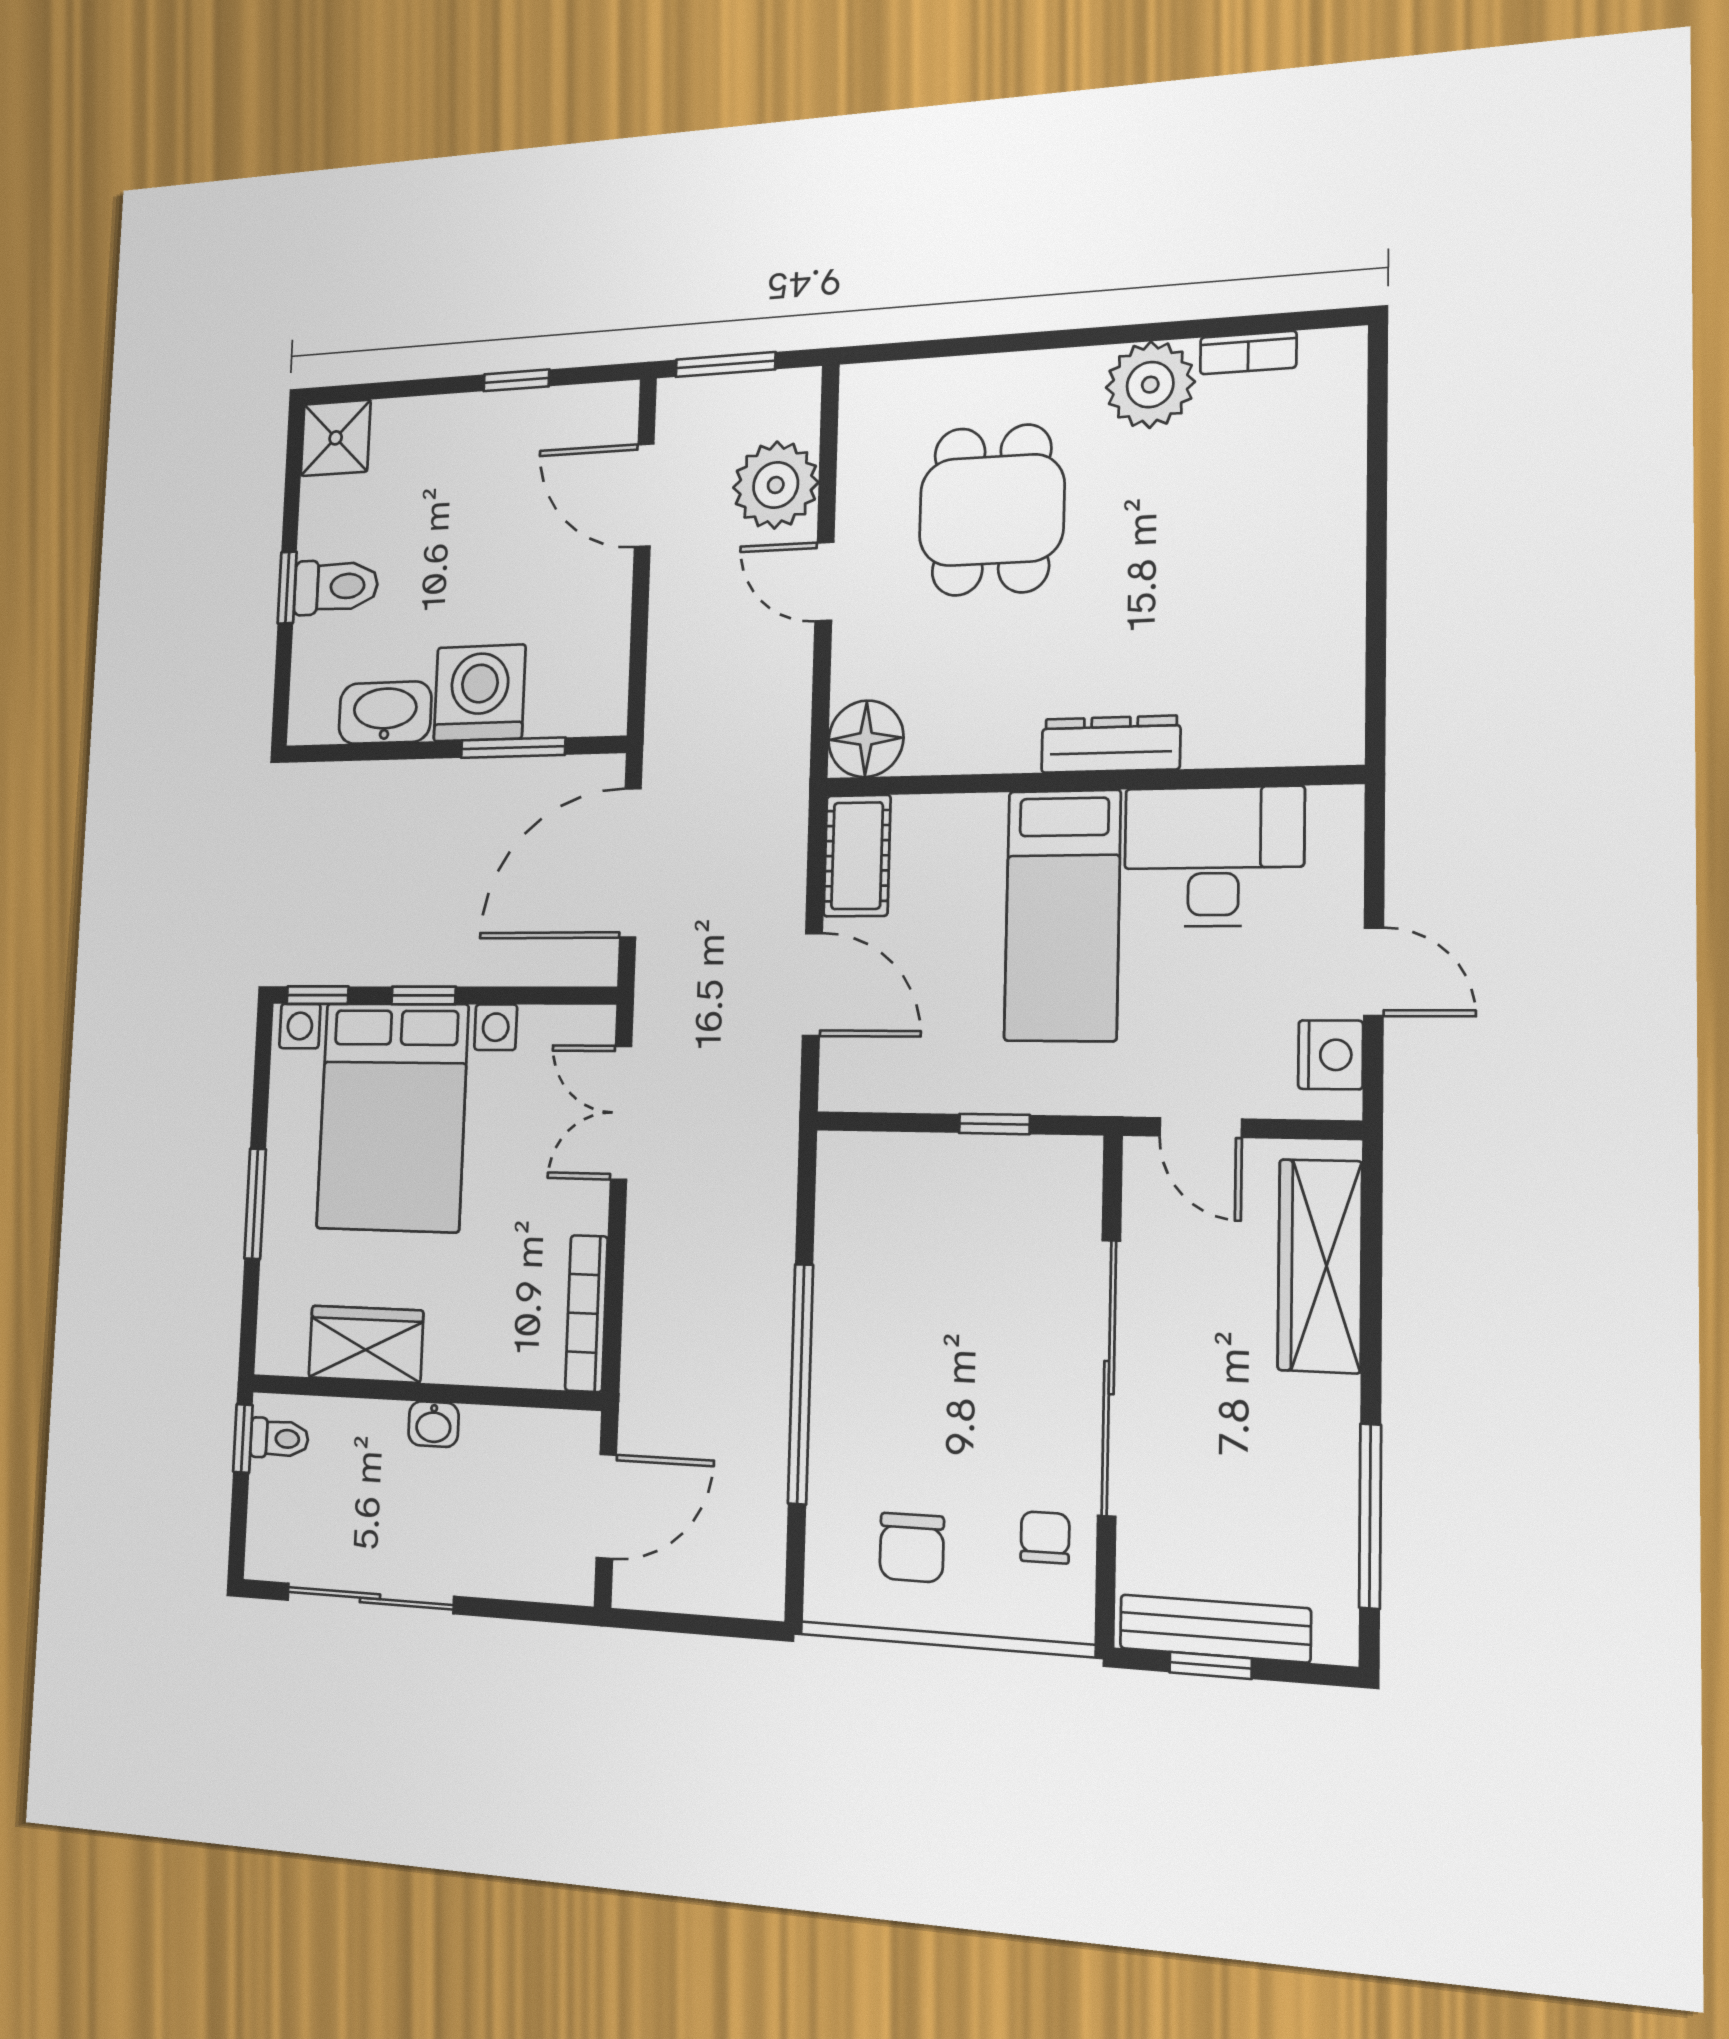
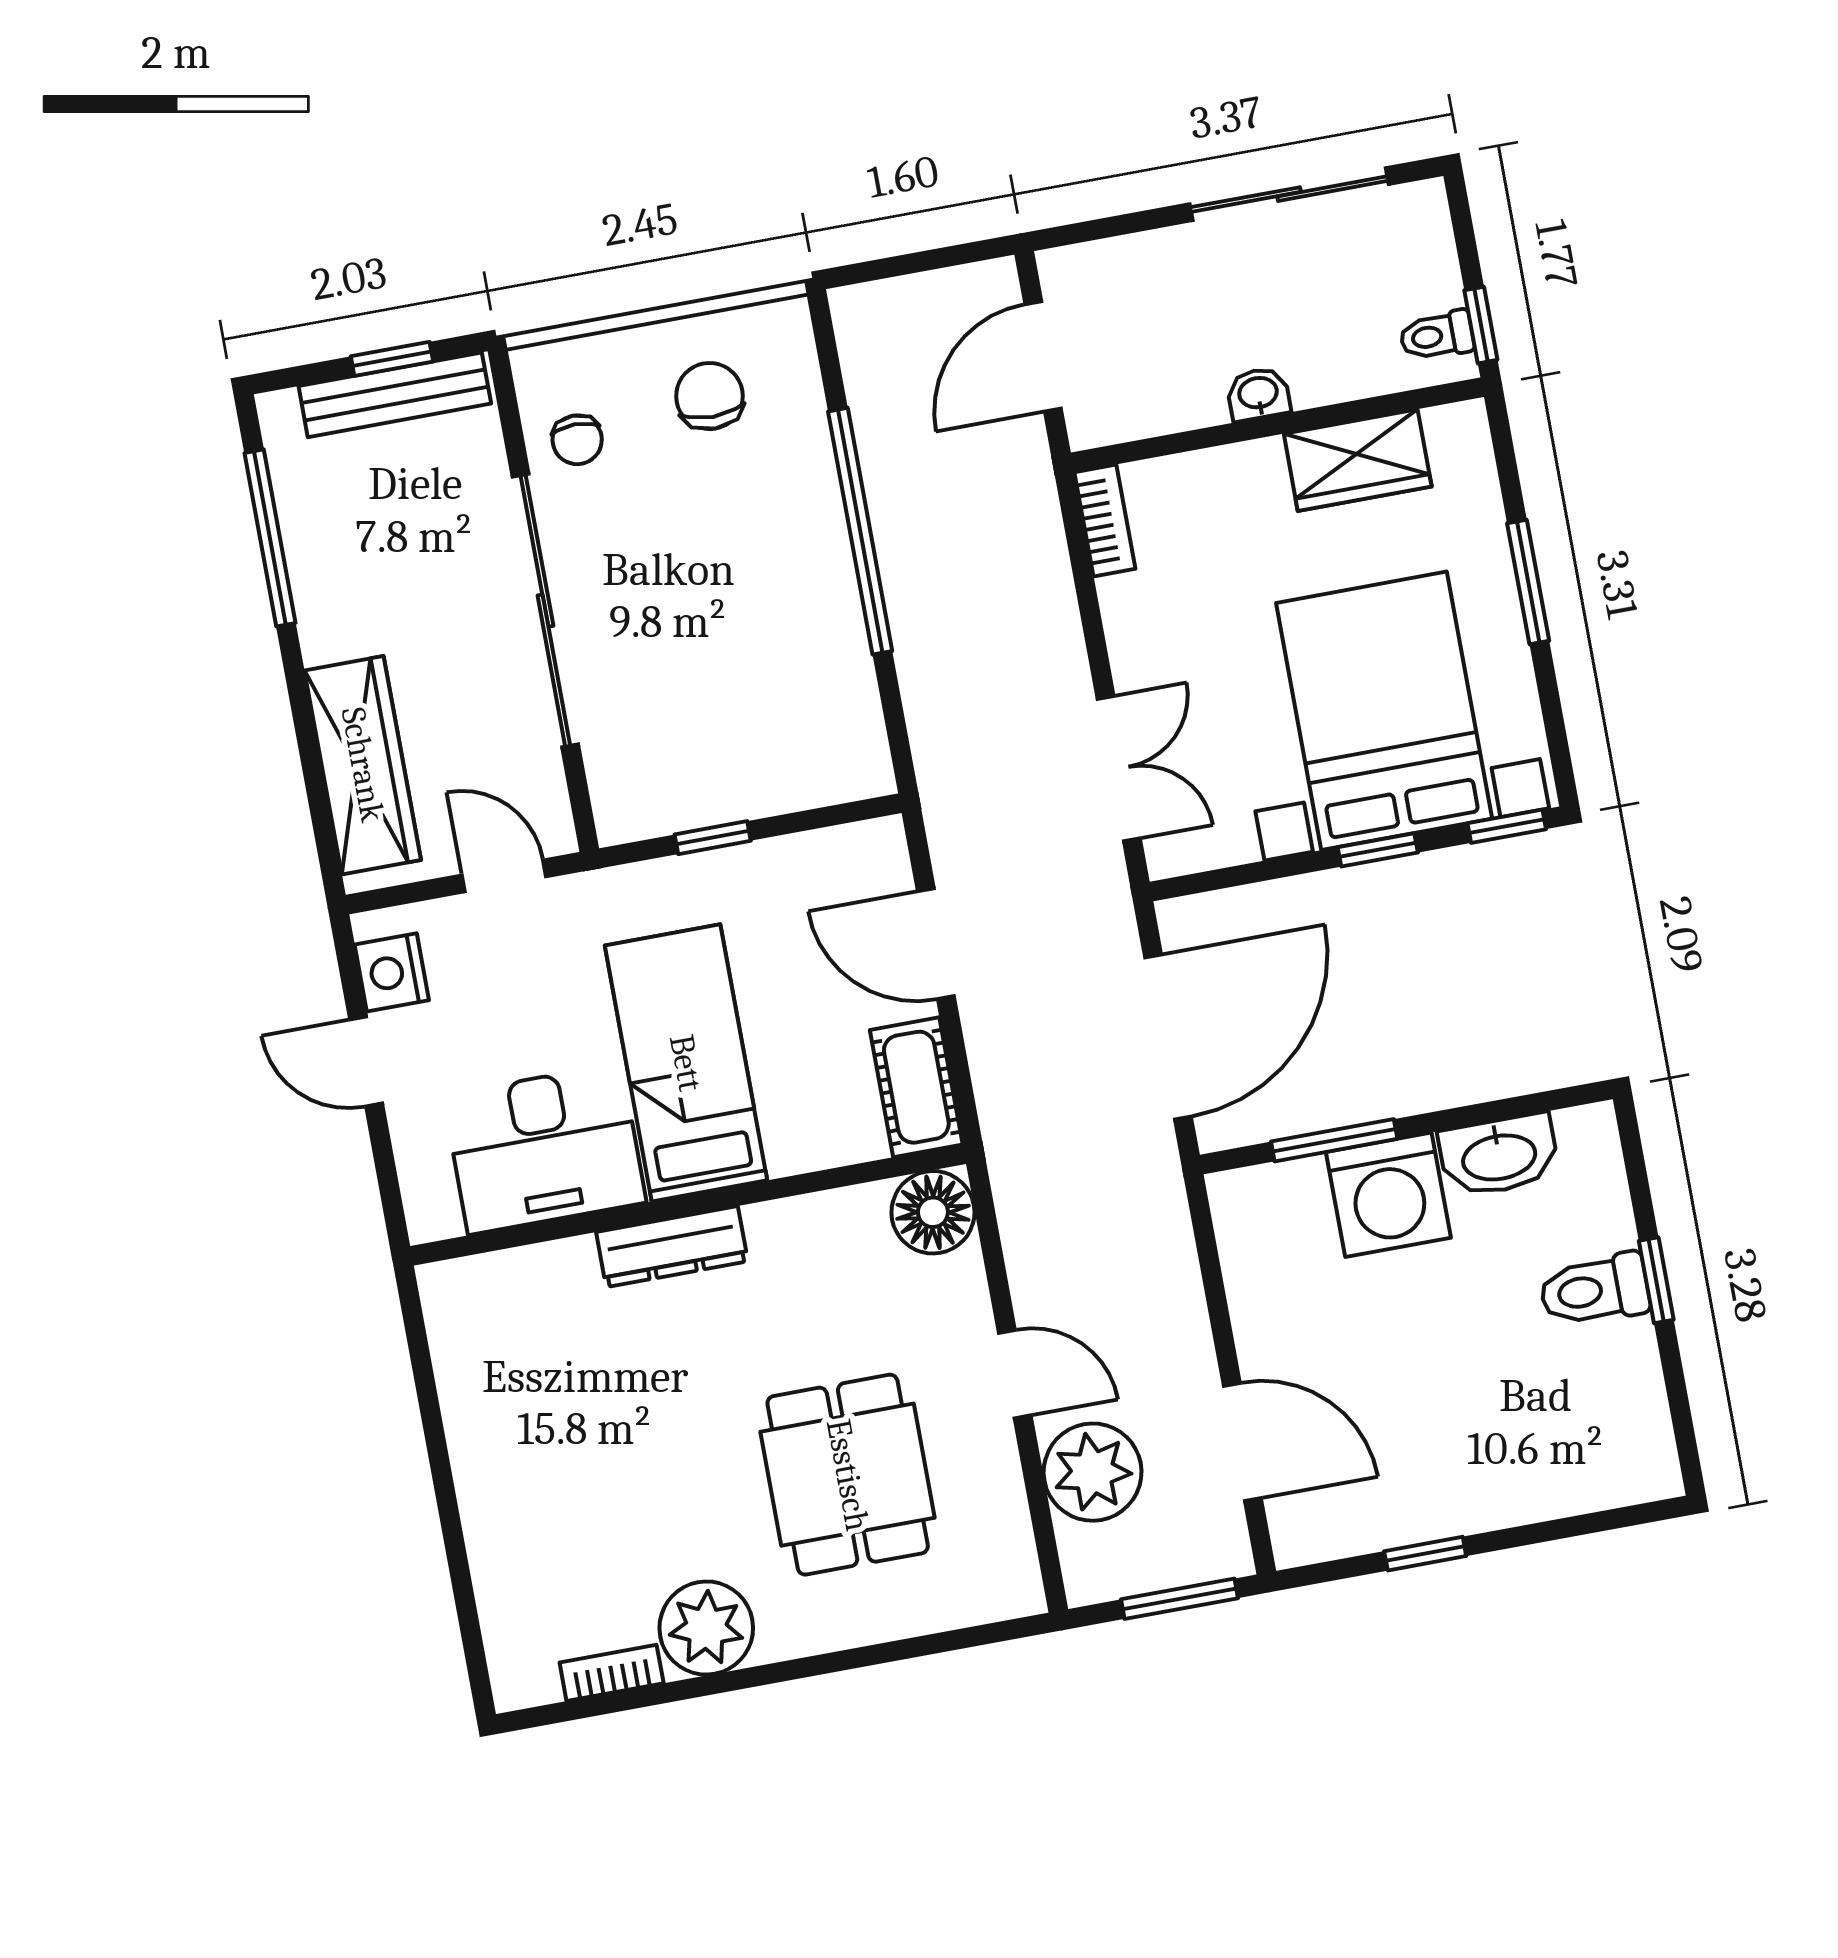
shower: (336, 438) -> (1636, 1461), removed
bookcase: (586, 1313) -> (1105, 520), width x0.64

